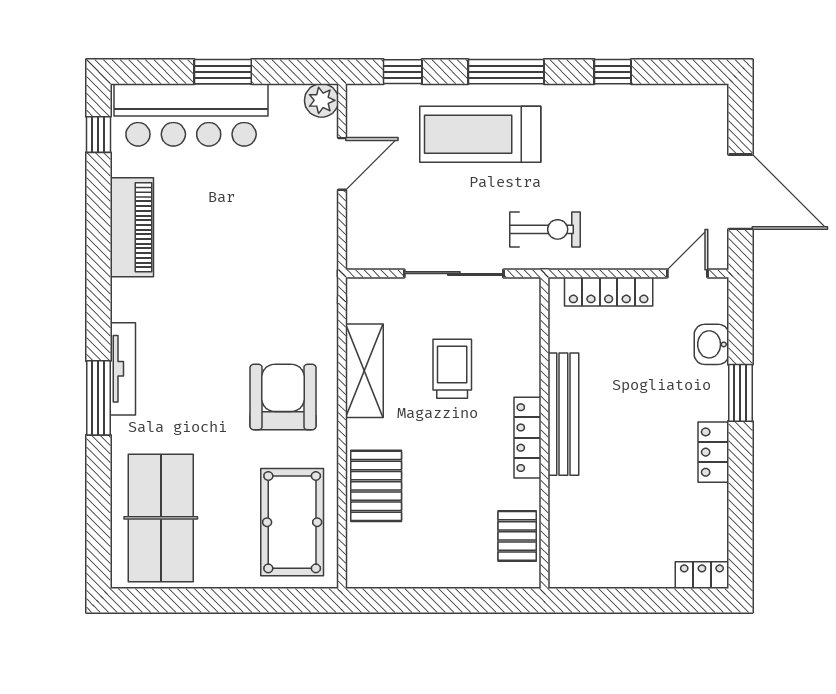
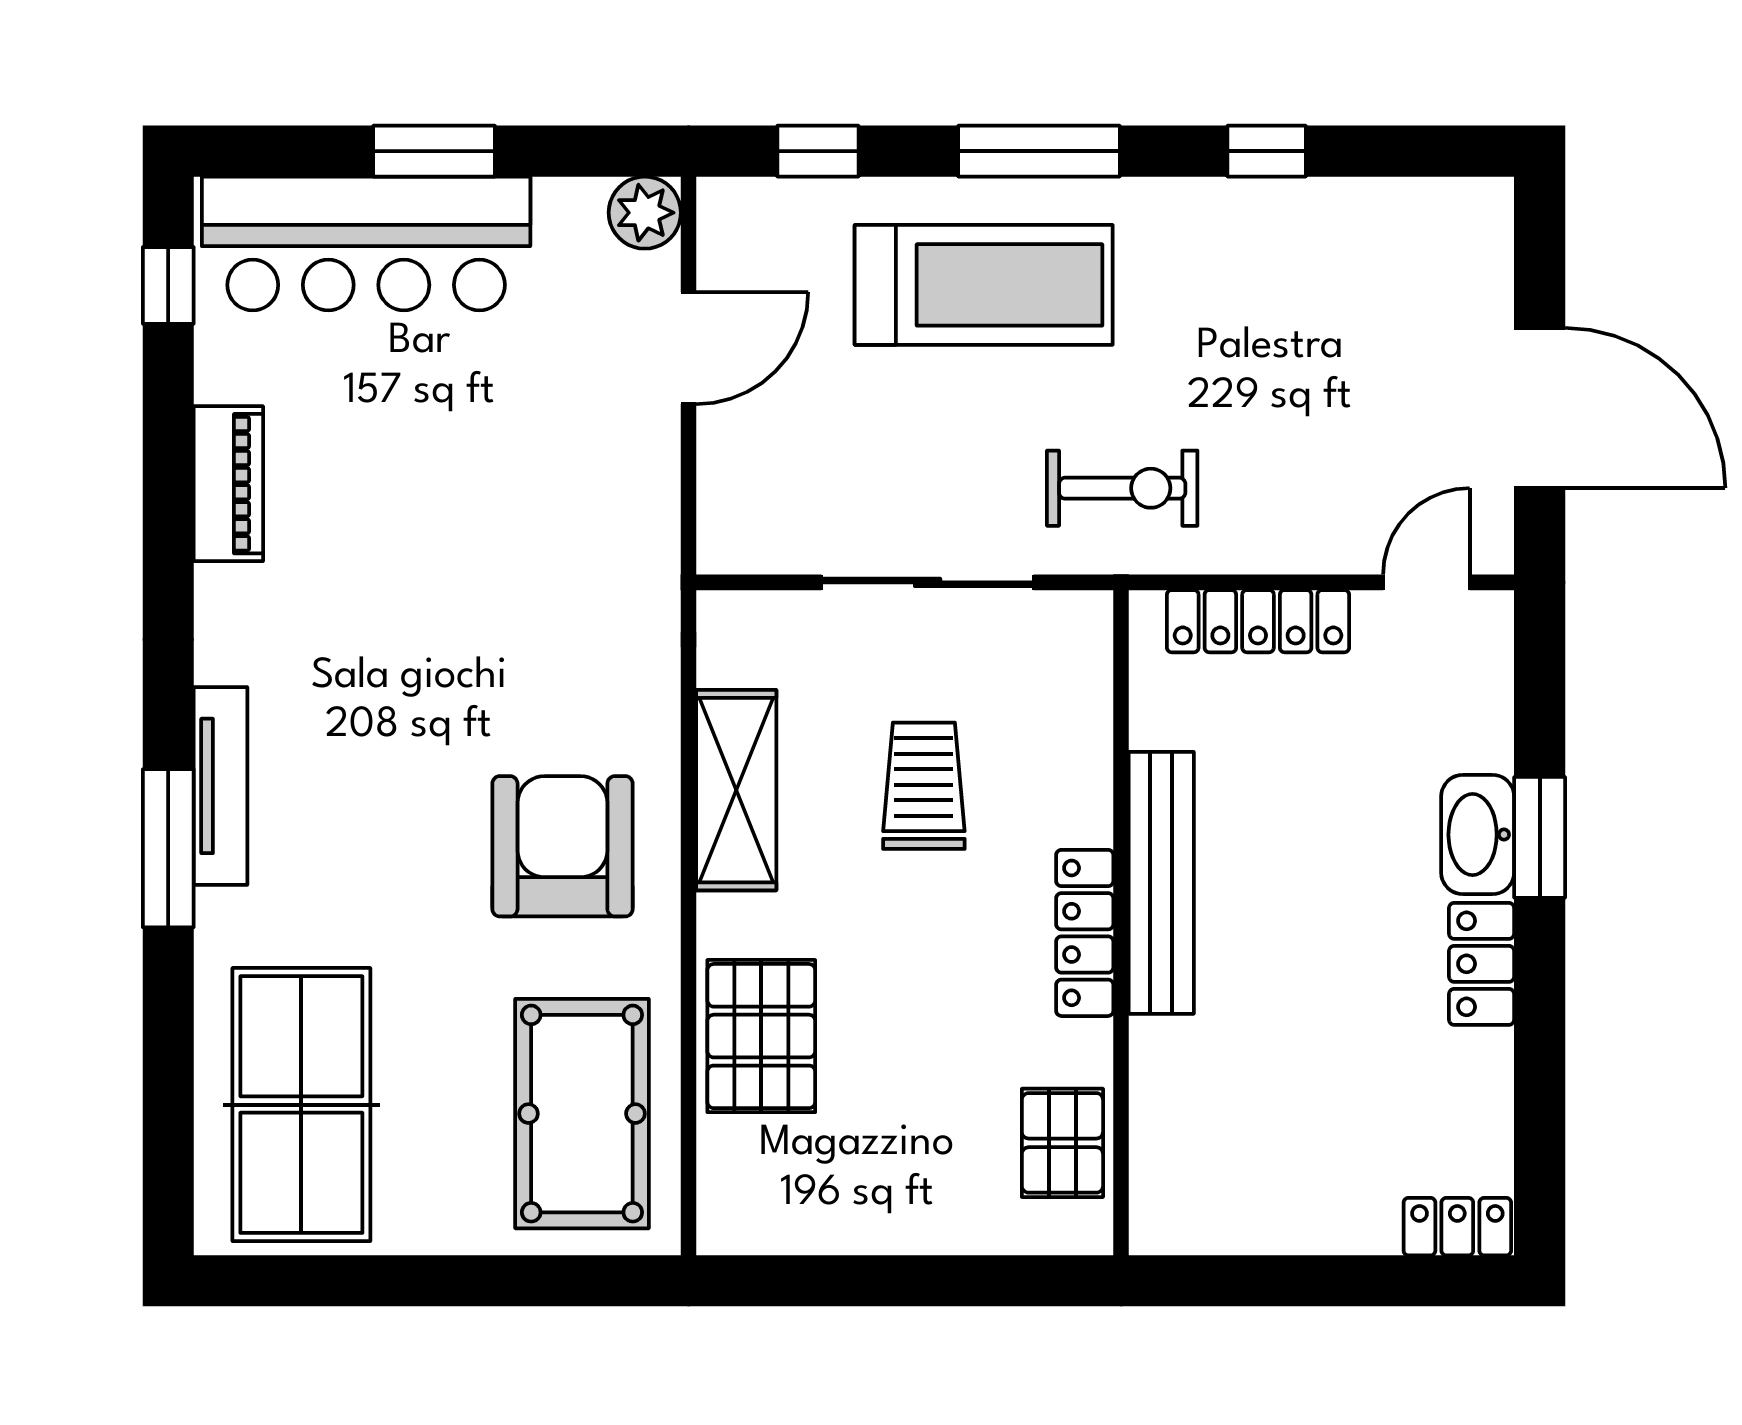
treadmill: (480, 134) -> (984, 285), turned 180
piano: (132, 227) -> (228, 484), width x0.73, depth x0.75
washbasin: (711, 344) -> (1478, 835), moved, width x1.38

